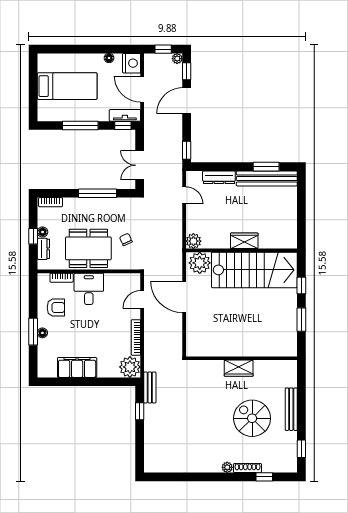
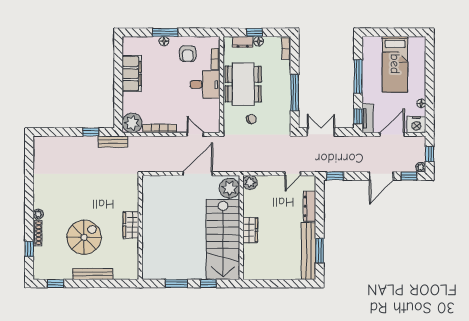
door: (187, 101) -> (381, 176), swing flipped

